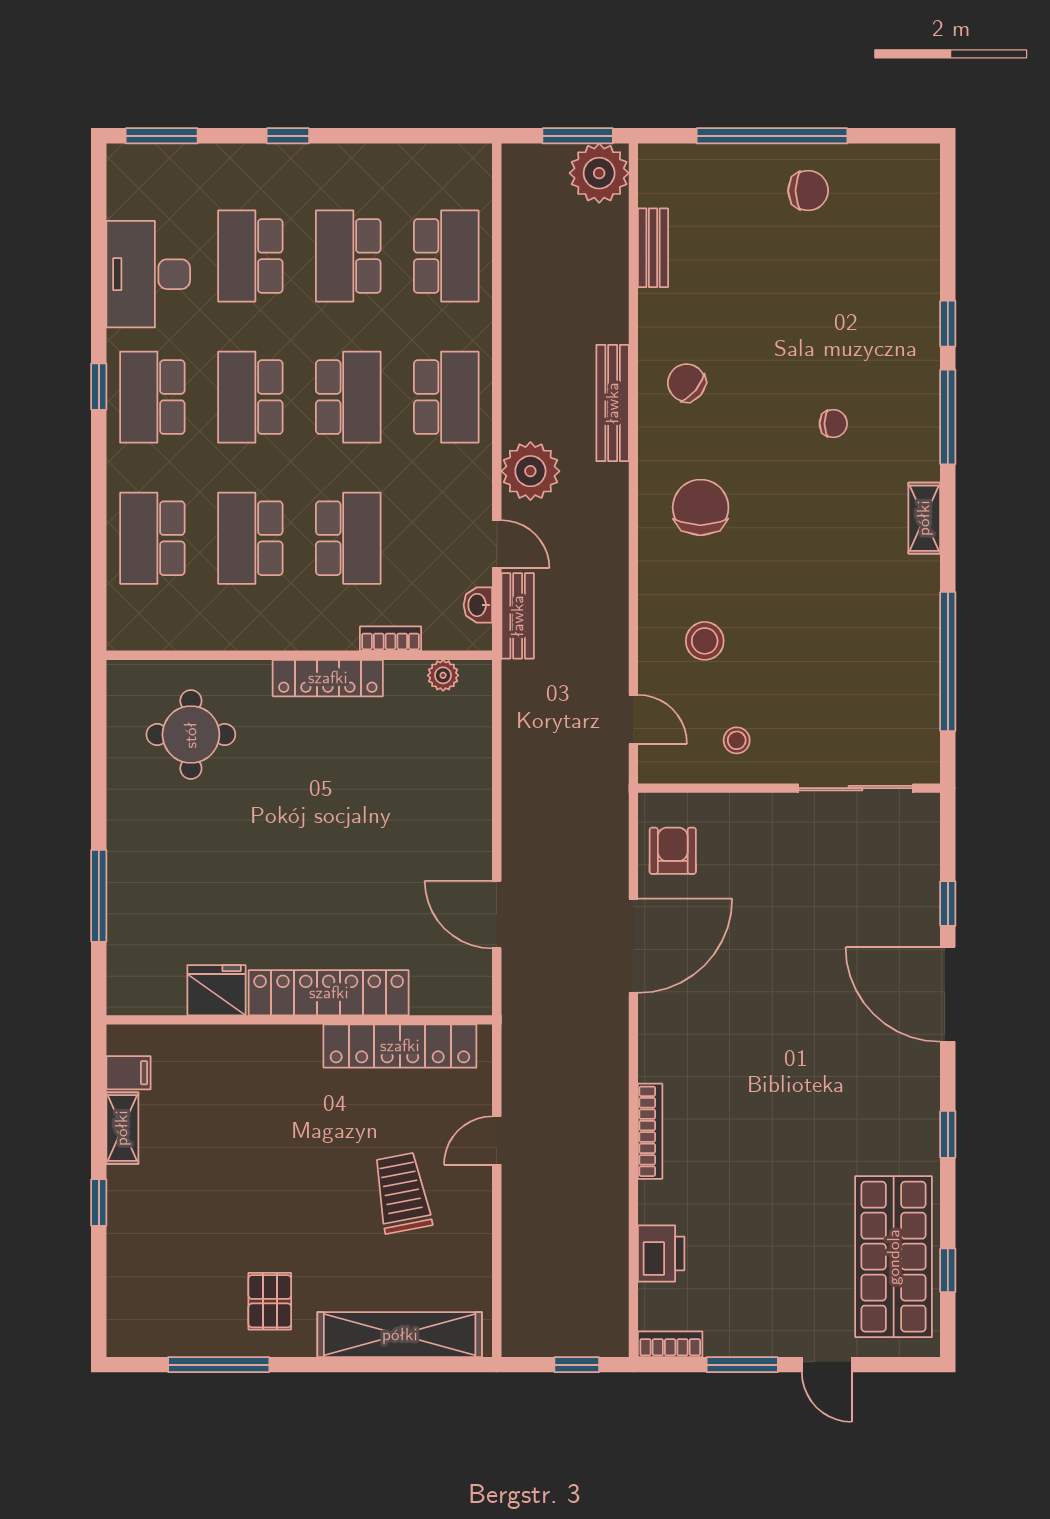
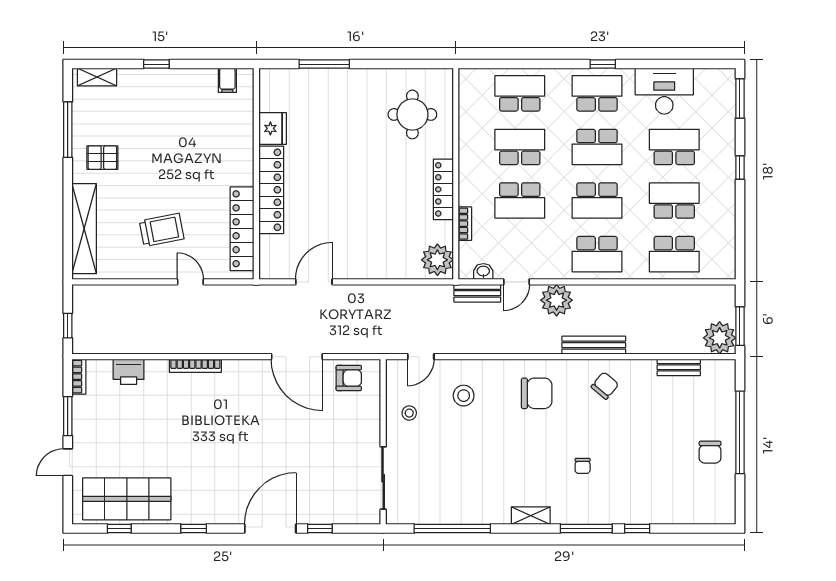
school desk: (250, 397) -> (597, 147), turned 180
plant: (443, 675) -> (437, 260), width x1.87, depth x1.87
shelving: (122, 1128) -> (97, 77), moved

